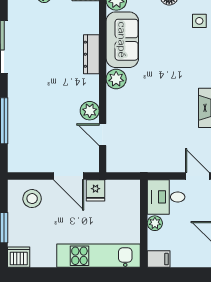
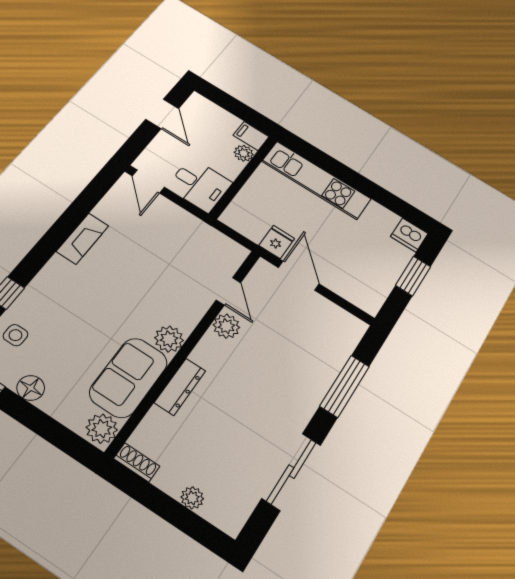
stool: (32, 199) -> (357, 281), removed
plant: (155, 223) -> (244, 153), moved

